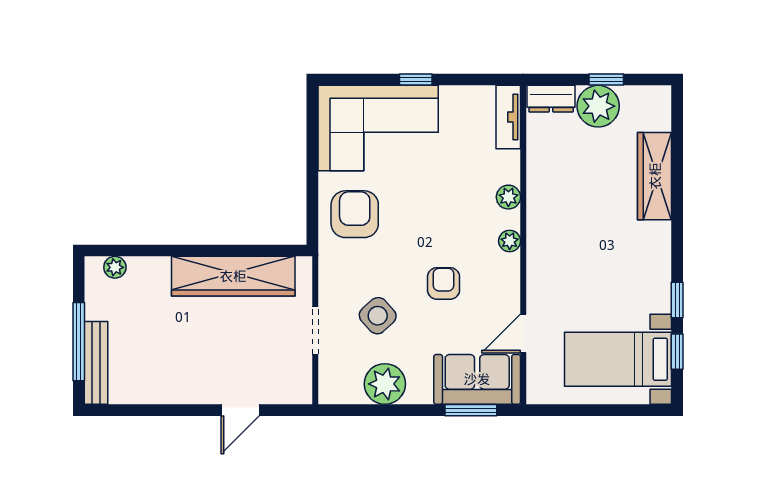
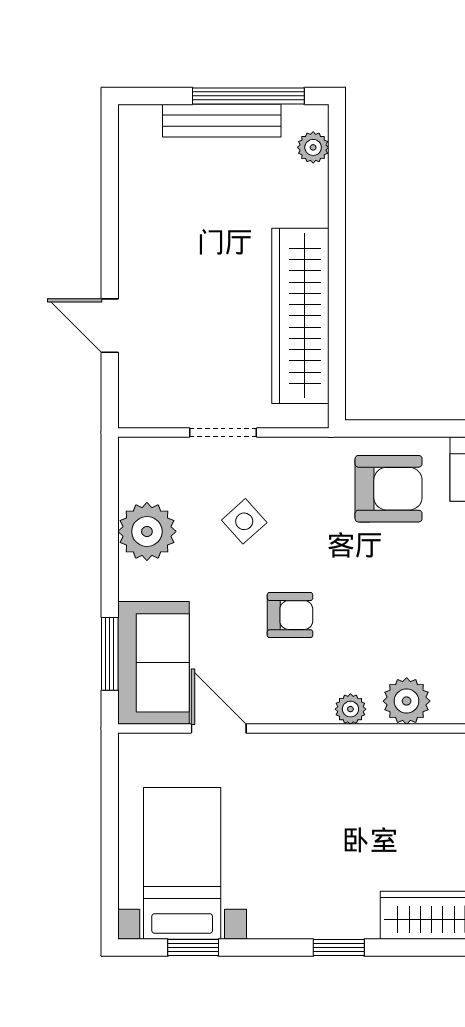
plant: (508, 197) -> (407, 701), width x1.38, depth x1.38
window: (677, 300) -> (339, 948), moved
side table: (378, 316) -> (244, 521), width x0.73, depth x0.73
window: (79, 342) -> (248, 96), moved
bench: (96, 363) -> (222, 121), moved

